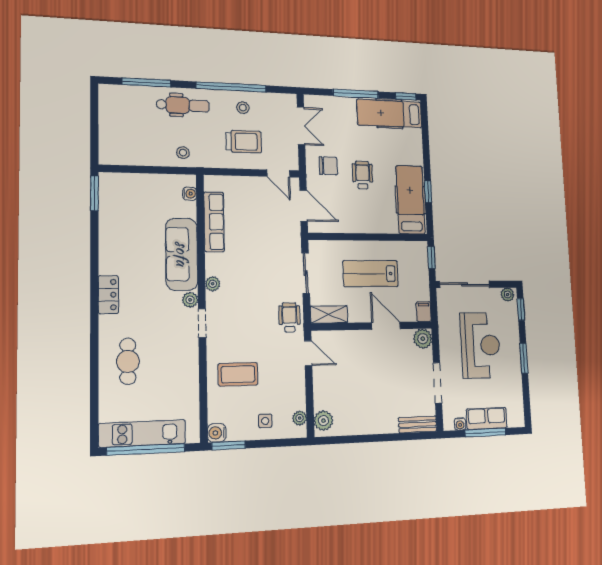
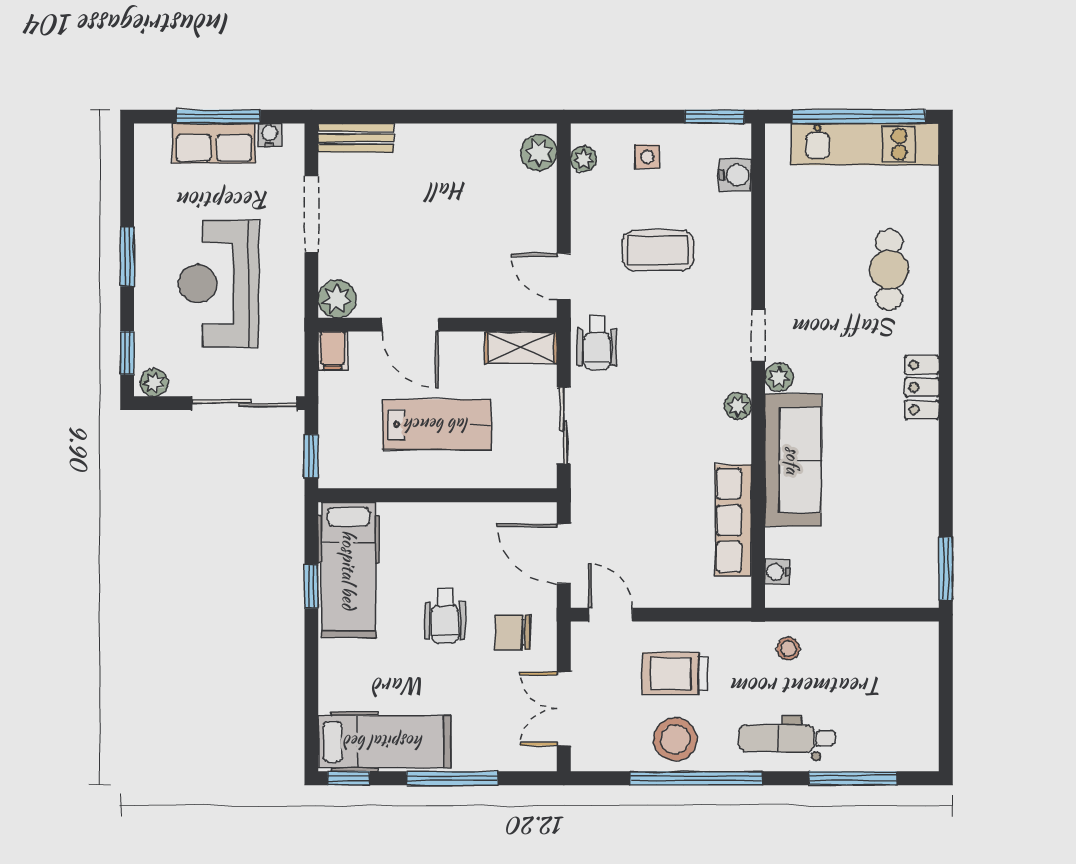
stool: (243, 108) -> (675, 739), width x1.89, depth x1.89
coffee table: (238, 374) -> (658, 250), moved
water cooler: (217, 433) -> (735, 175), moved

